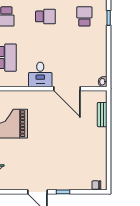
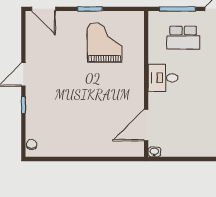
door: (67, 89) -> (146, 125), moved
bench: (102, 115) -> (115, 151), removed

